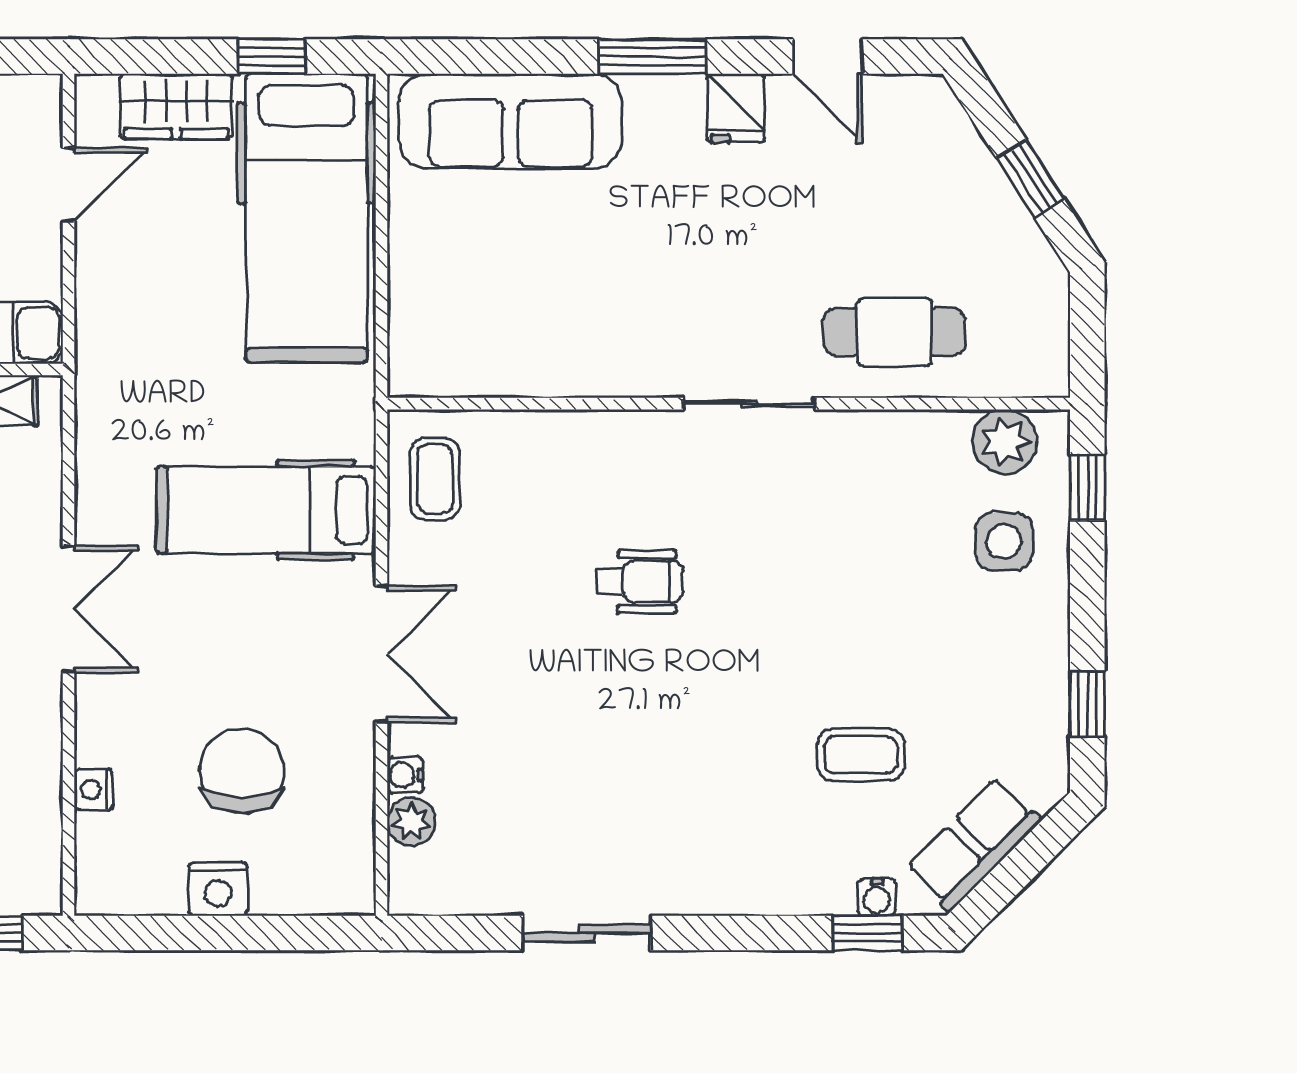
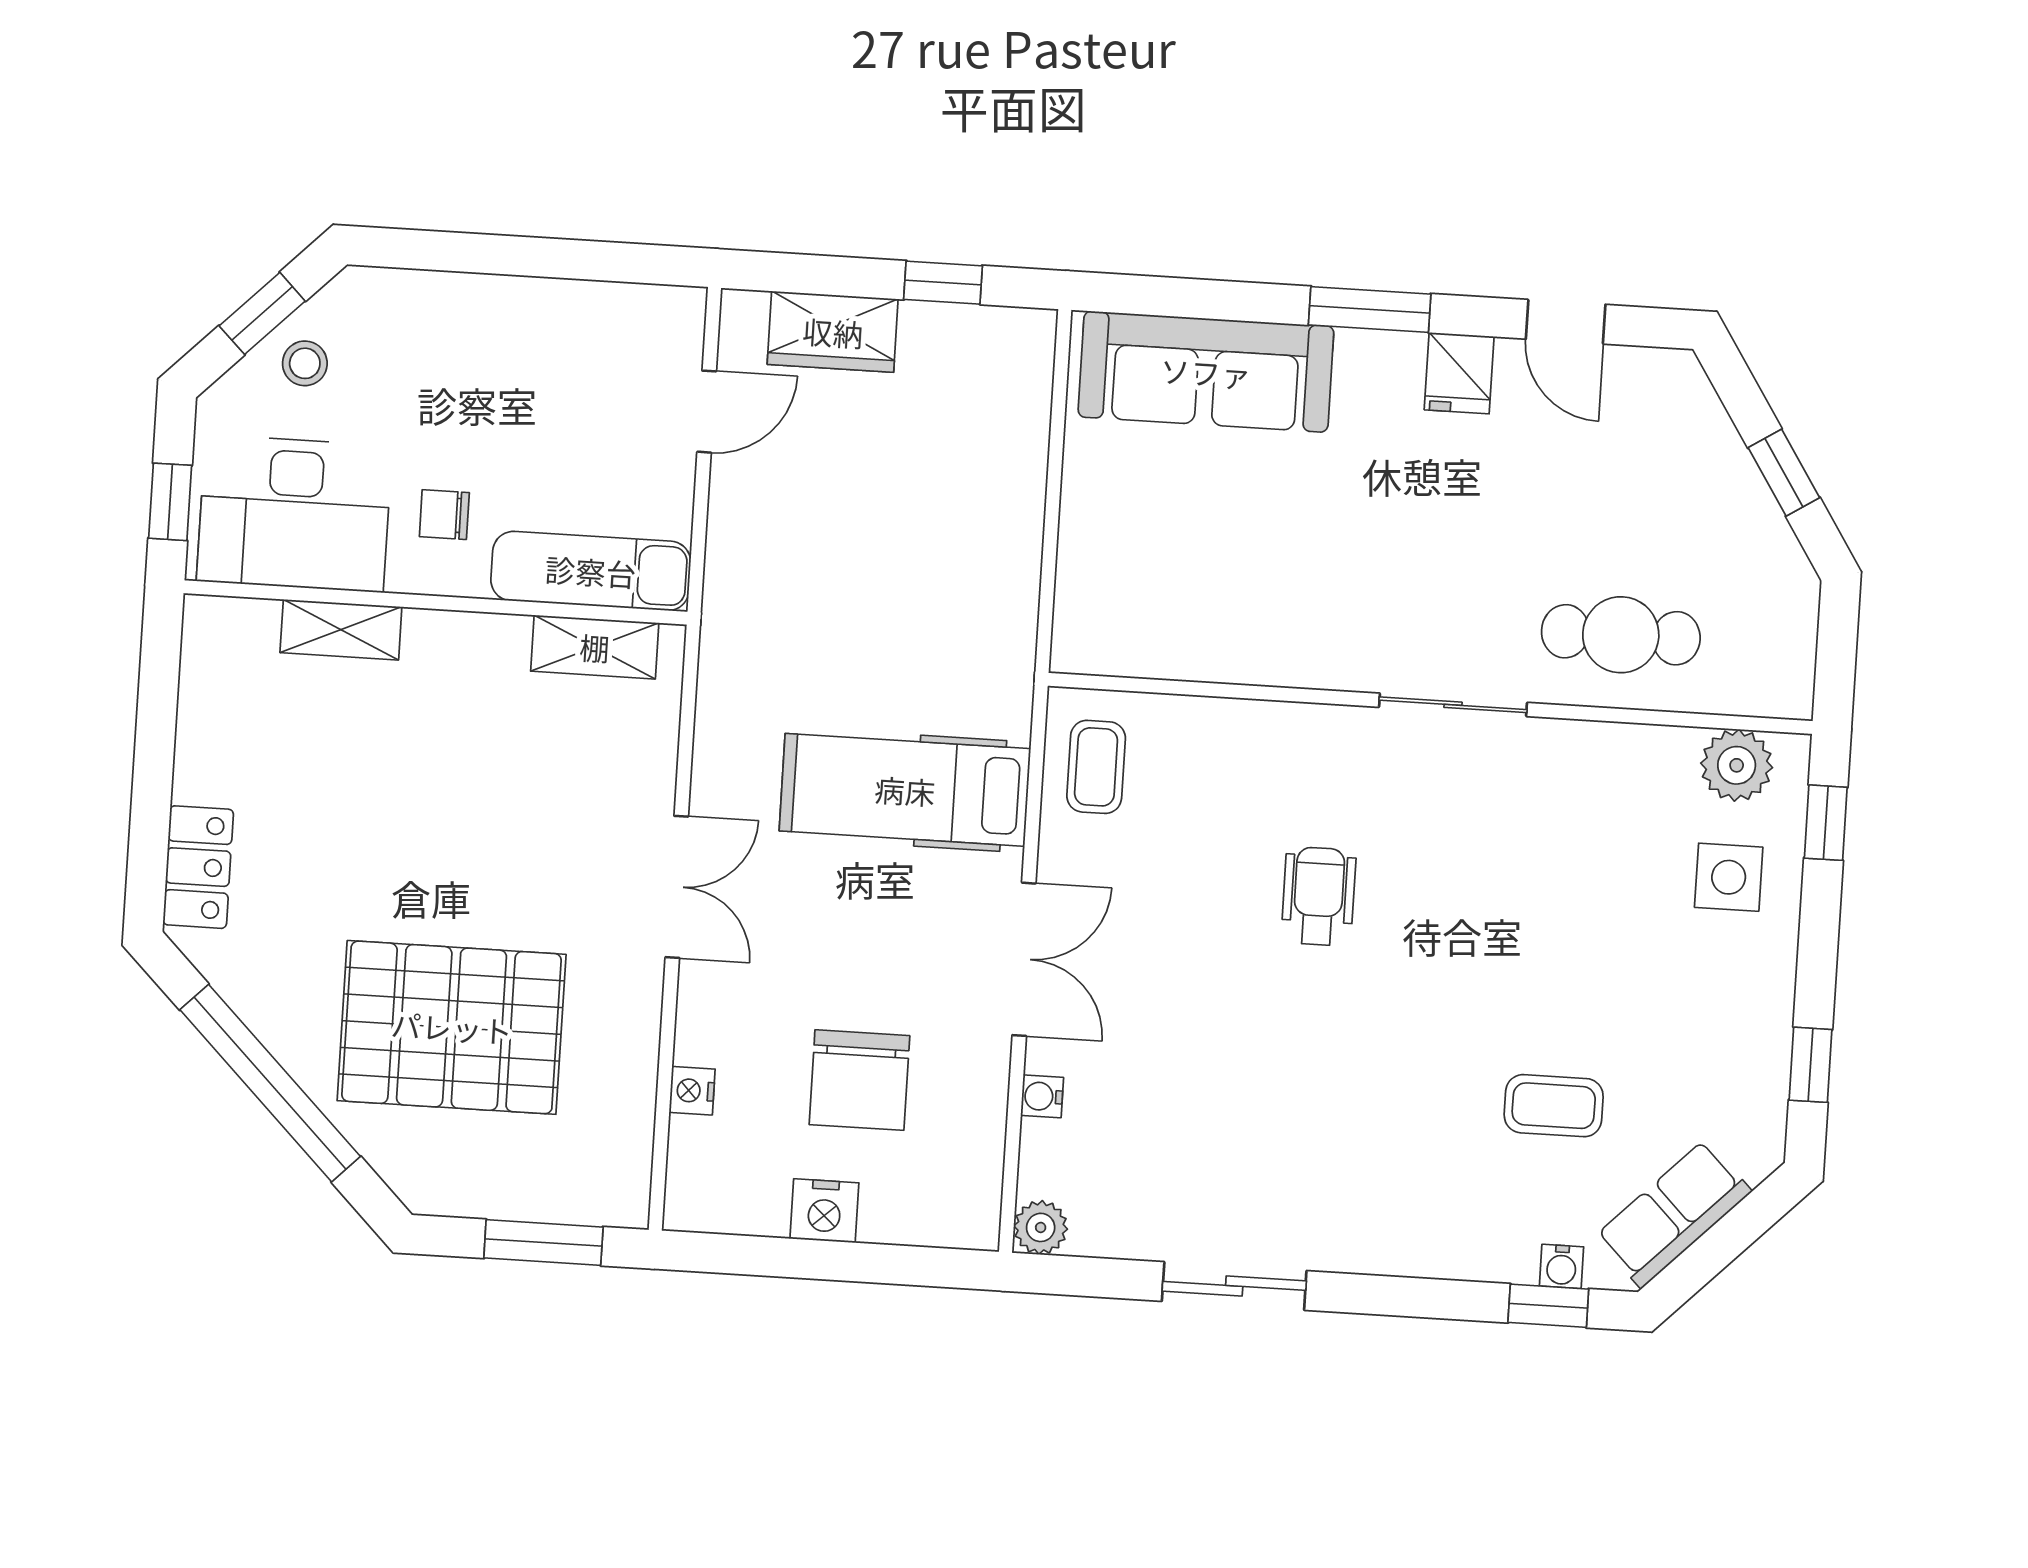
hospital bed: (306, 218) -> (971, 466), removed
wheelchair: (640, 582) -> (1319, 896), turned -90
chair: (242, 771) -> (859, 1080), turned 180
plant: (411, 822) -> (1041, 1227), moved

